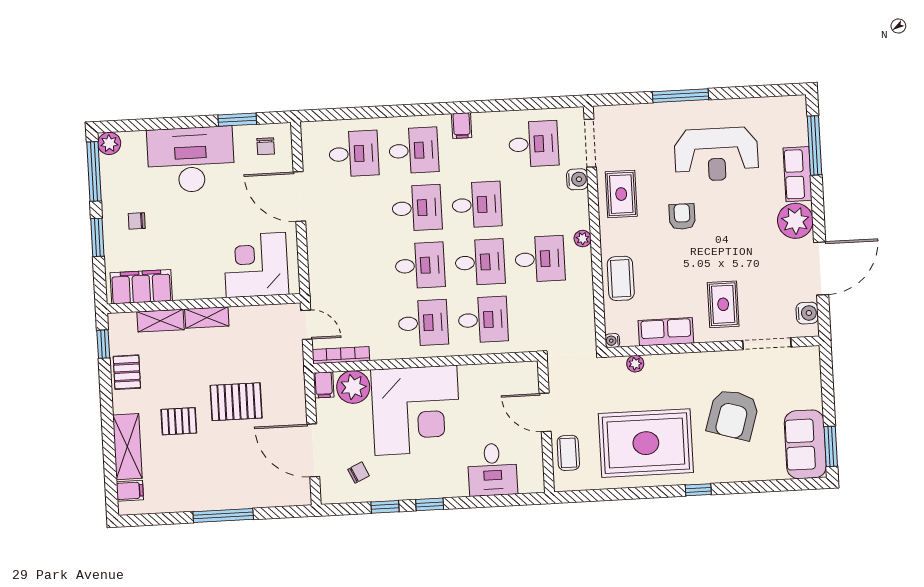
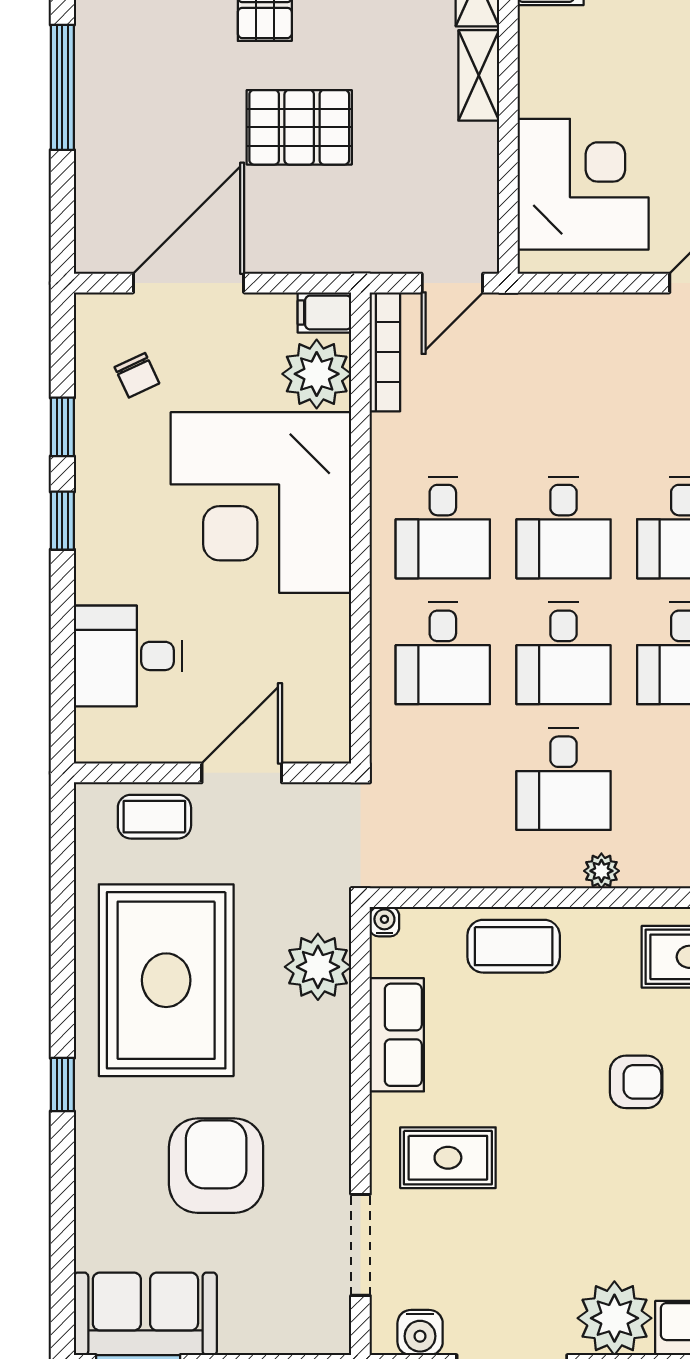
plant: (635, 364) -> (318, 967), width x1.88, depth x1.88
pallet: (236, 402) -> (299, 127), turned 90
armchair: (733, 415) -> (216, 1166), turned 73

